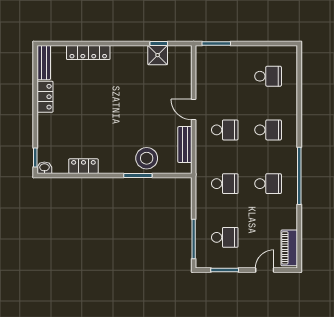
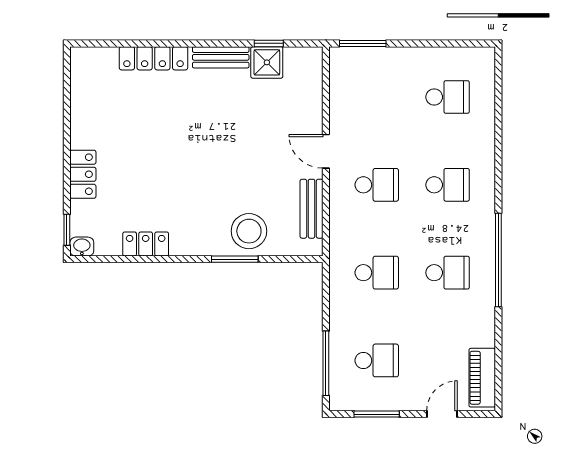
bench: (44, 63) -> (221, 57), moved, turned 90
locker: (45, 97) -> (83, 174), moved

